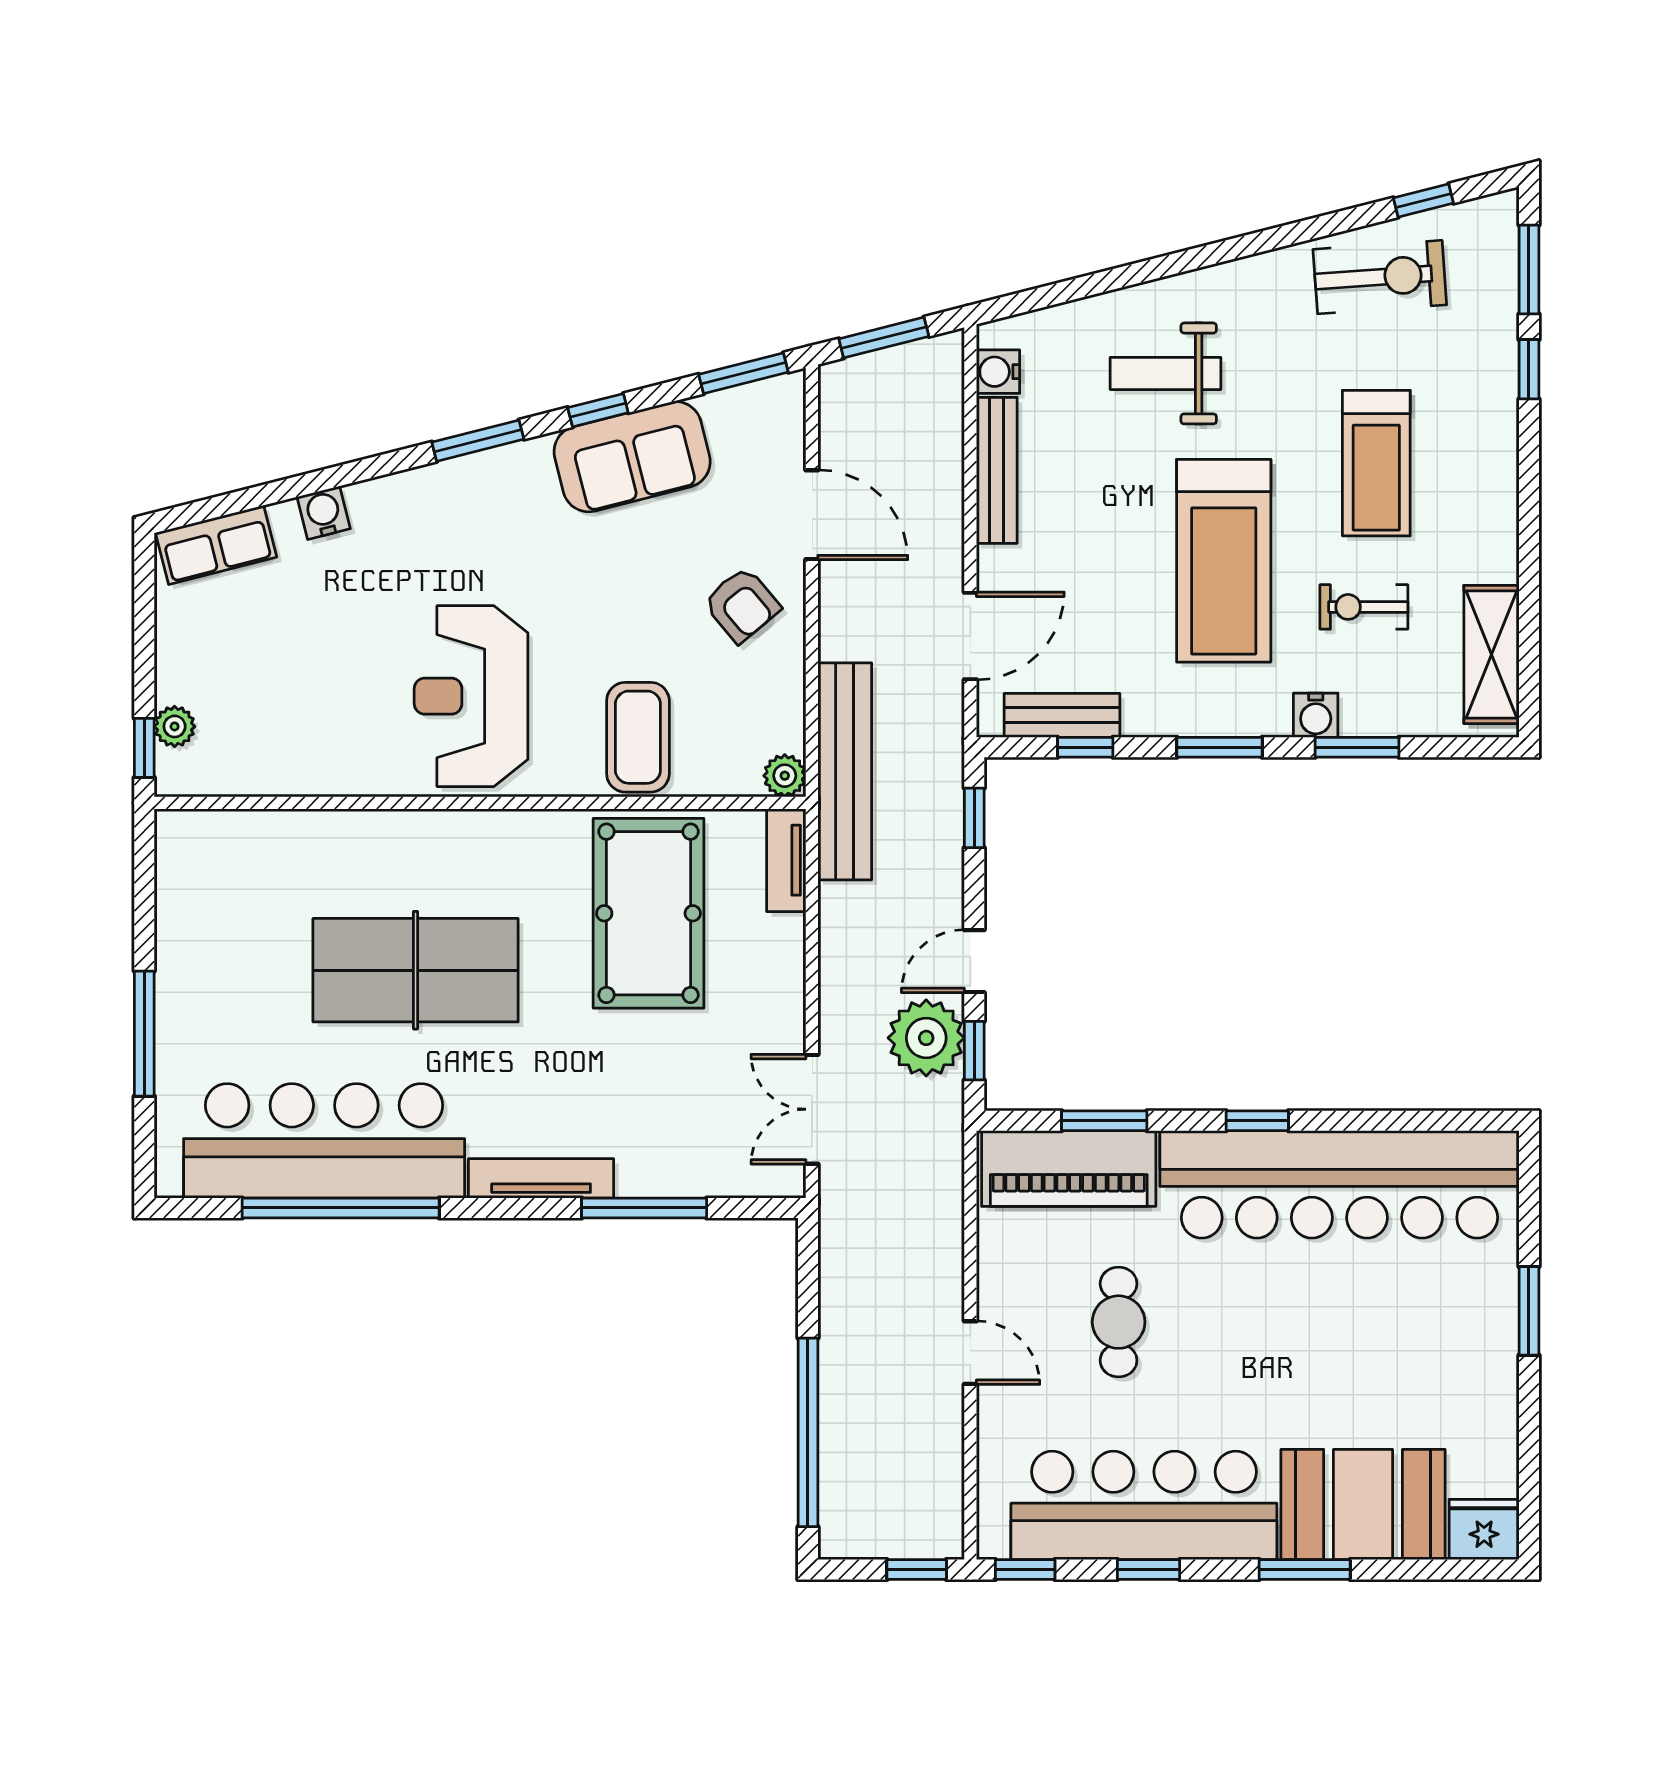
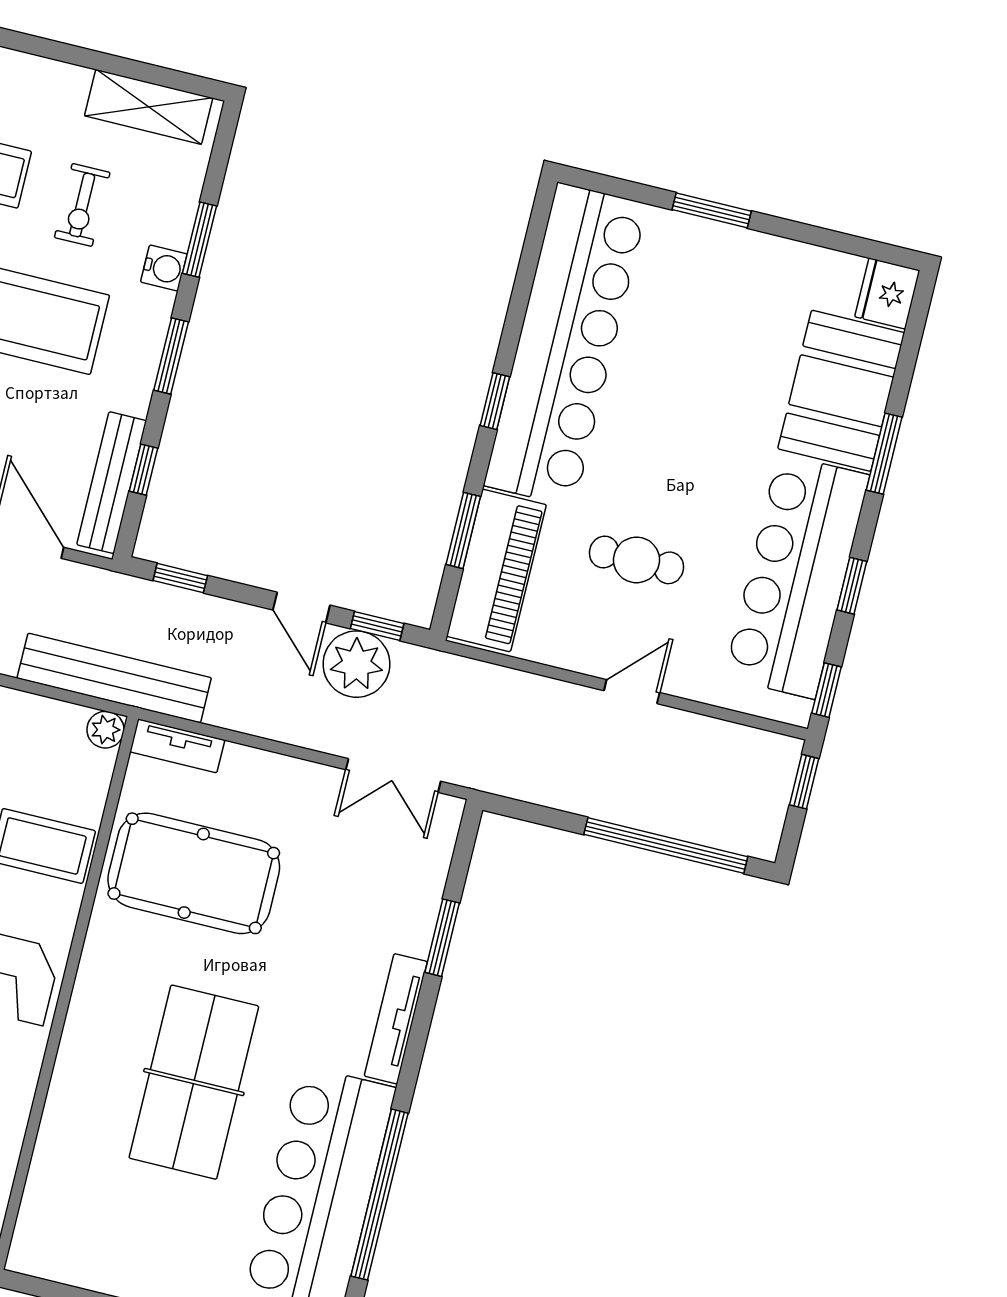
bench: (1062, 715) -> (112, 483), width x1.36
window: (644, 1208) -> (442, 938), width x0.69

